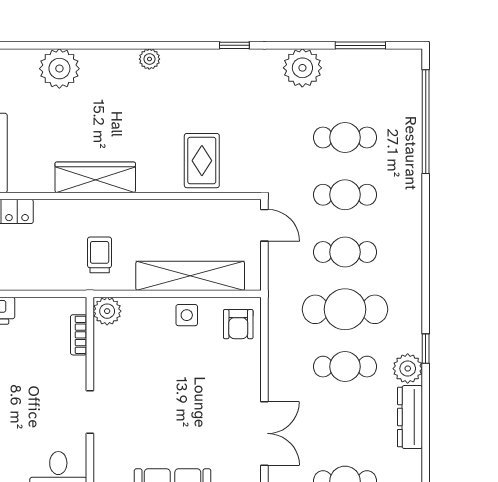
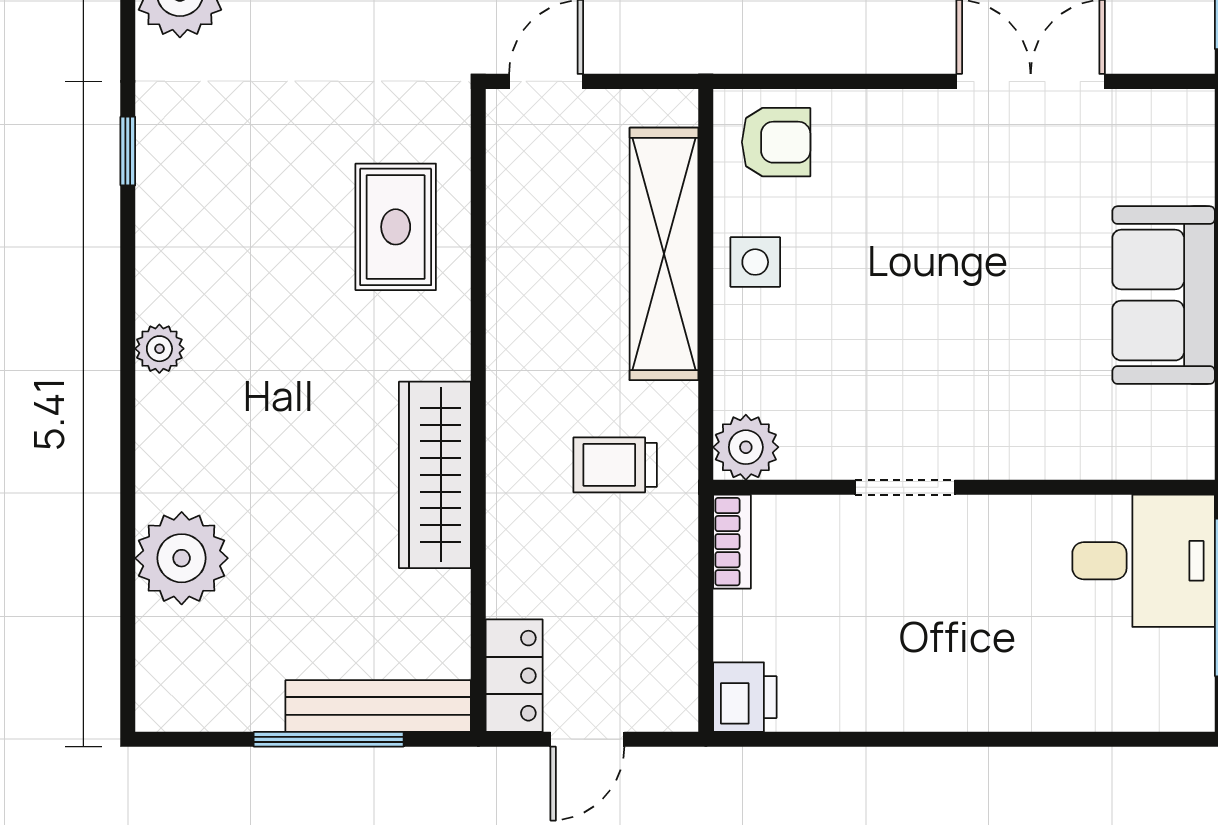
rug: (202, 161) -> (396, 227), turned 90
bookcase: (79, 335) -> (732, 542), moved, turned -90
doorway: (90, 412) -> (905, 487), moved

